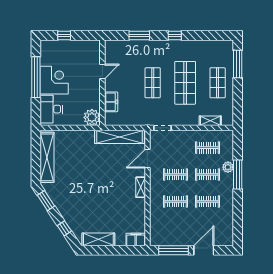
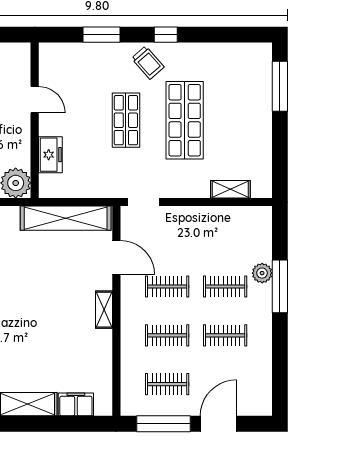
trolley: (165, 51) -> (148, 63), added
door: (102, 71) -> (35, 100), hinge flipped
shop shelf: (218, 83) -> (243, 120), removed
clothes rail: (207, 148) -> (167, 384), moved
door: (147, 159) -> (116, 258), swing flipped
filing cabinet: (136, 240) -> (76, 404), moved

